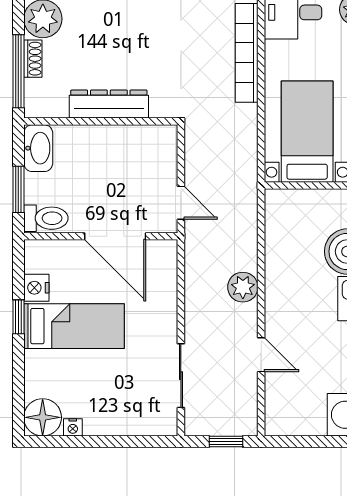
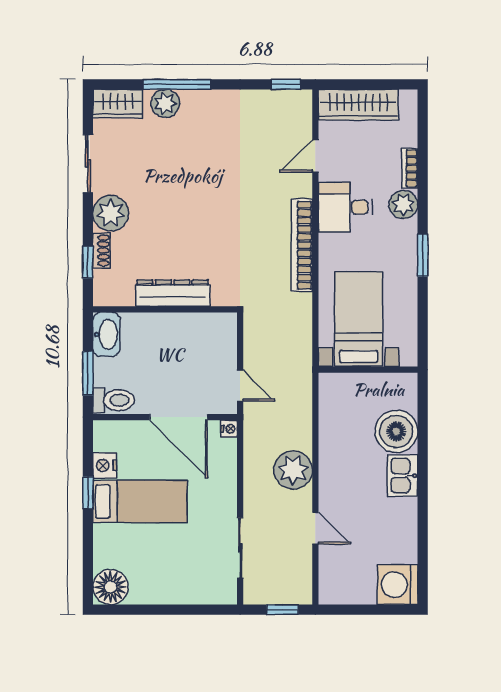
window: (18, 71) -> (88, 262), width x0.46
plant: (243, 287) -> (293, 470), width x1.36, depth x1.36
nightstand: (73, 427) -> (229, 429), moved, turned -90

